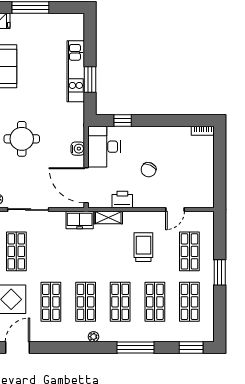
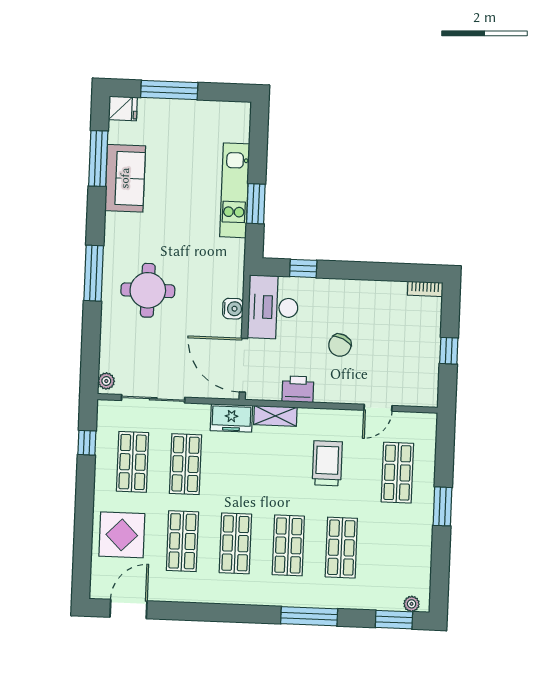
window: (220, 170) -> (449, 351), added
shop shelf: (189, 302) -> (186, 464), moved
plant: (93, 337) -> (412, 604), moved

